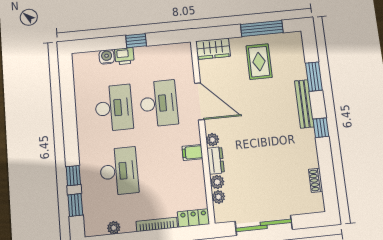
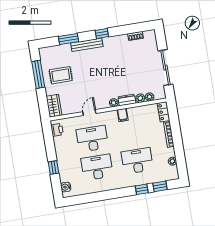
window: (136, 41) -> (53, 168), moved
printer: (124, 56) -> (57, 130), moved
water cooler: (107, 57) -> (66, 187), moved
door: (199, 101) -> (89, 113), width x0.53

